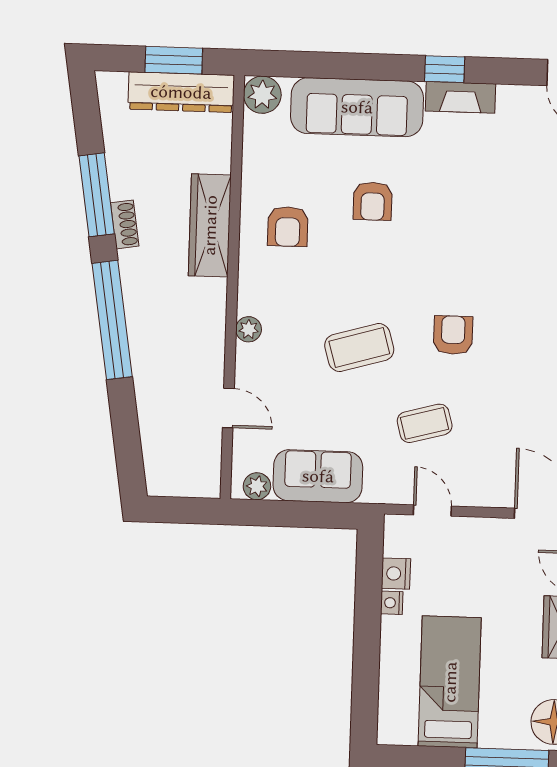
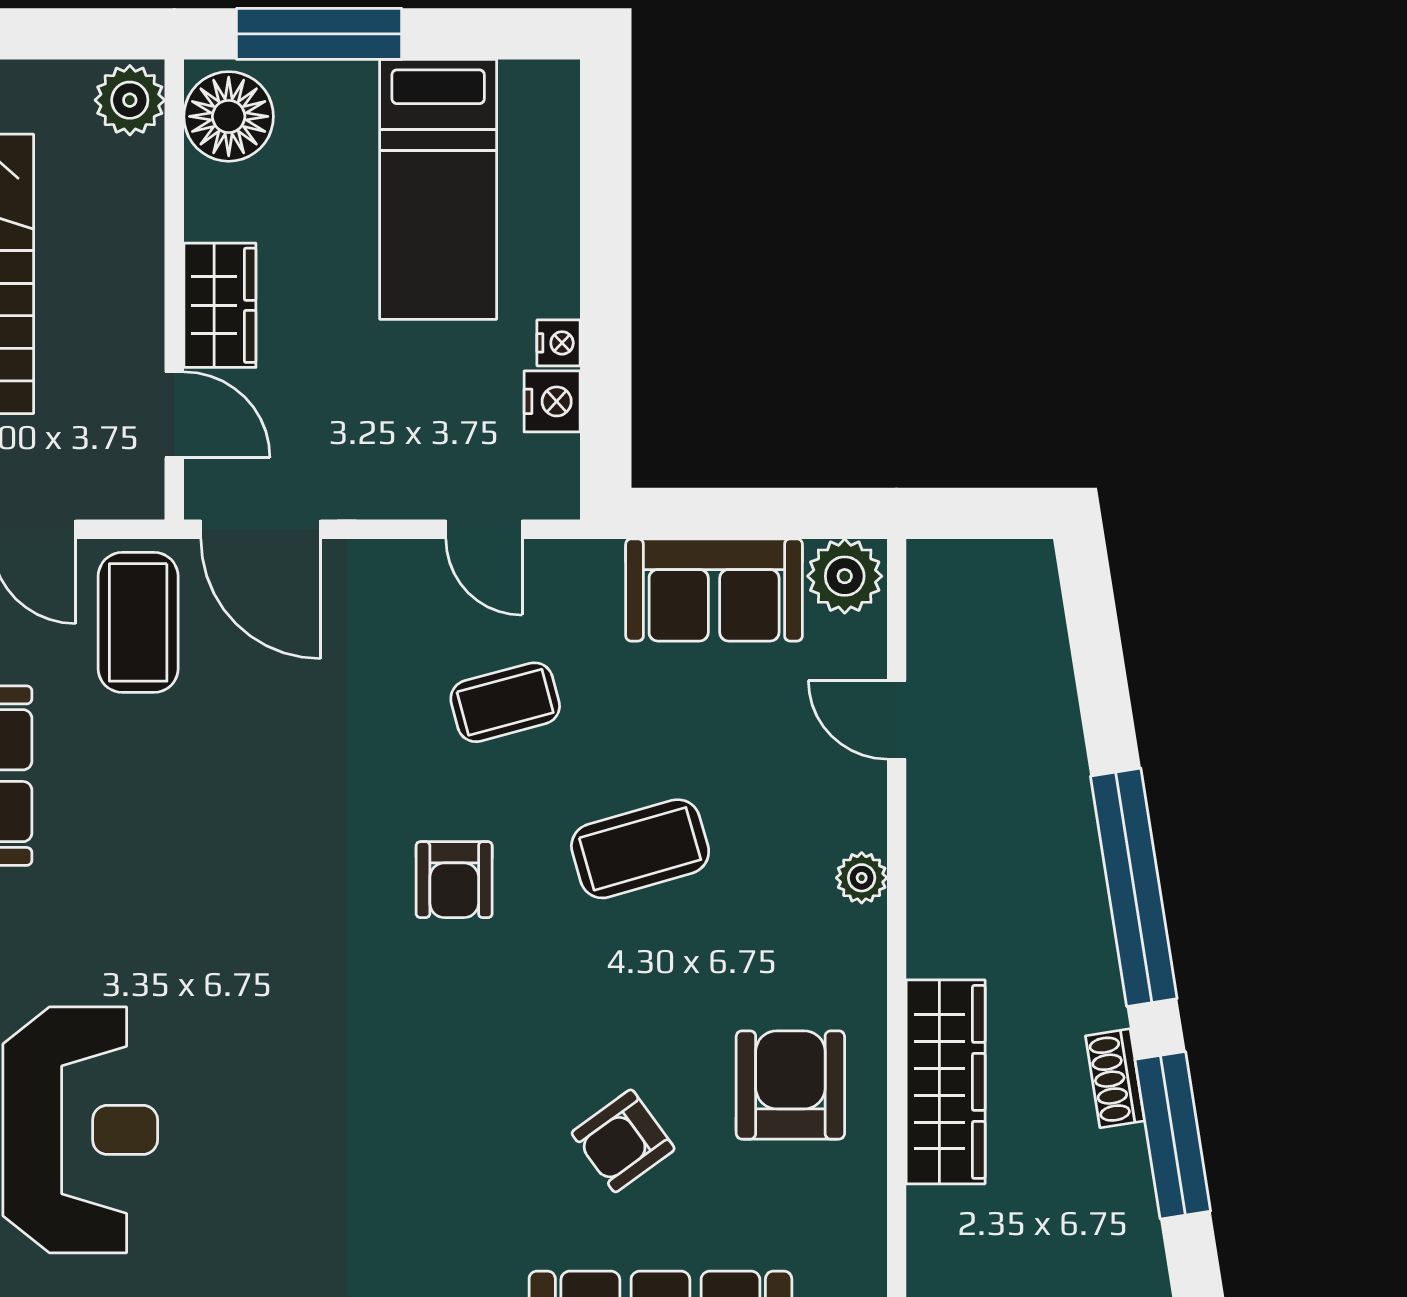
armchair: (373, 201) -> (623, 1141), turned -126
armchair: (288, 226) -> (790, 1085), width x1.38, depth x1.38
plant: (257, 486) -> (845, 576), width x1.38, depth x1.38

